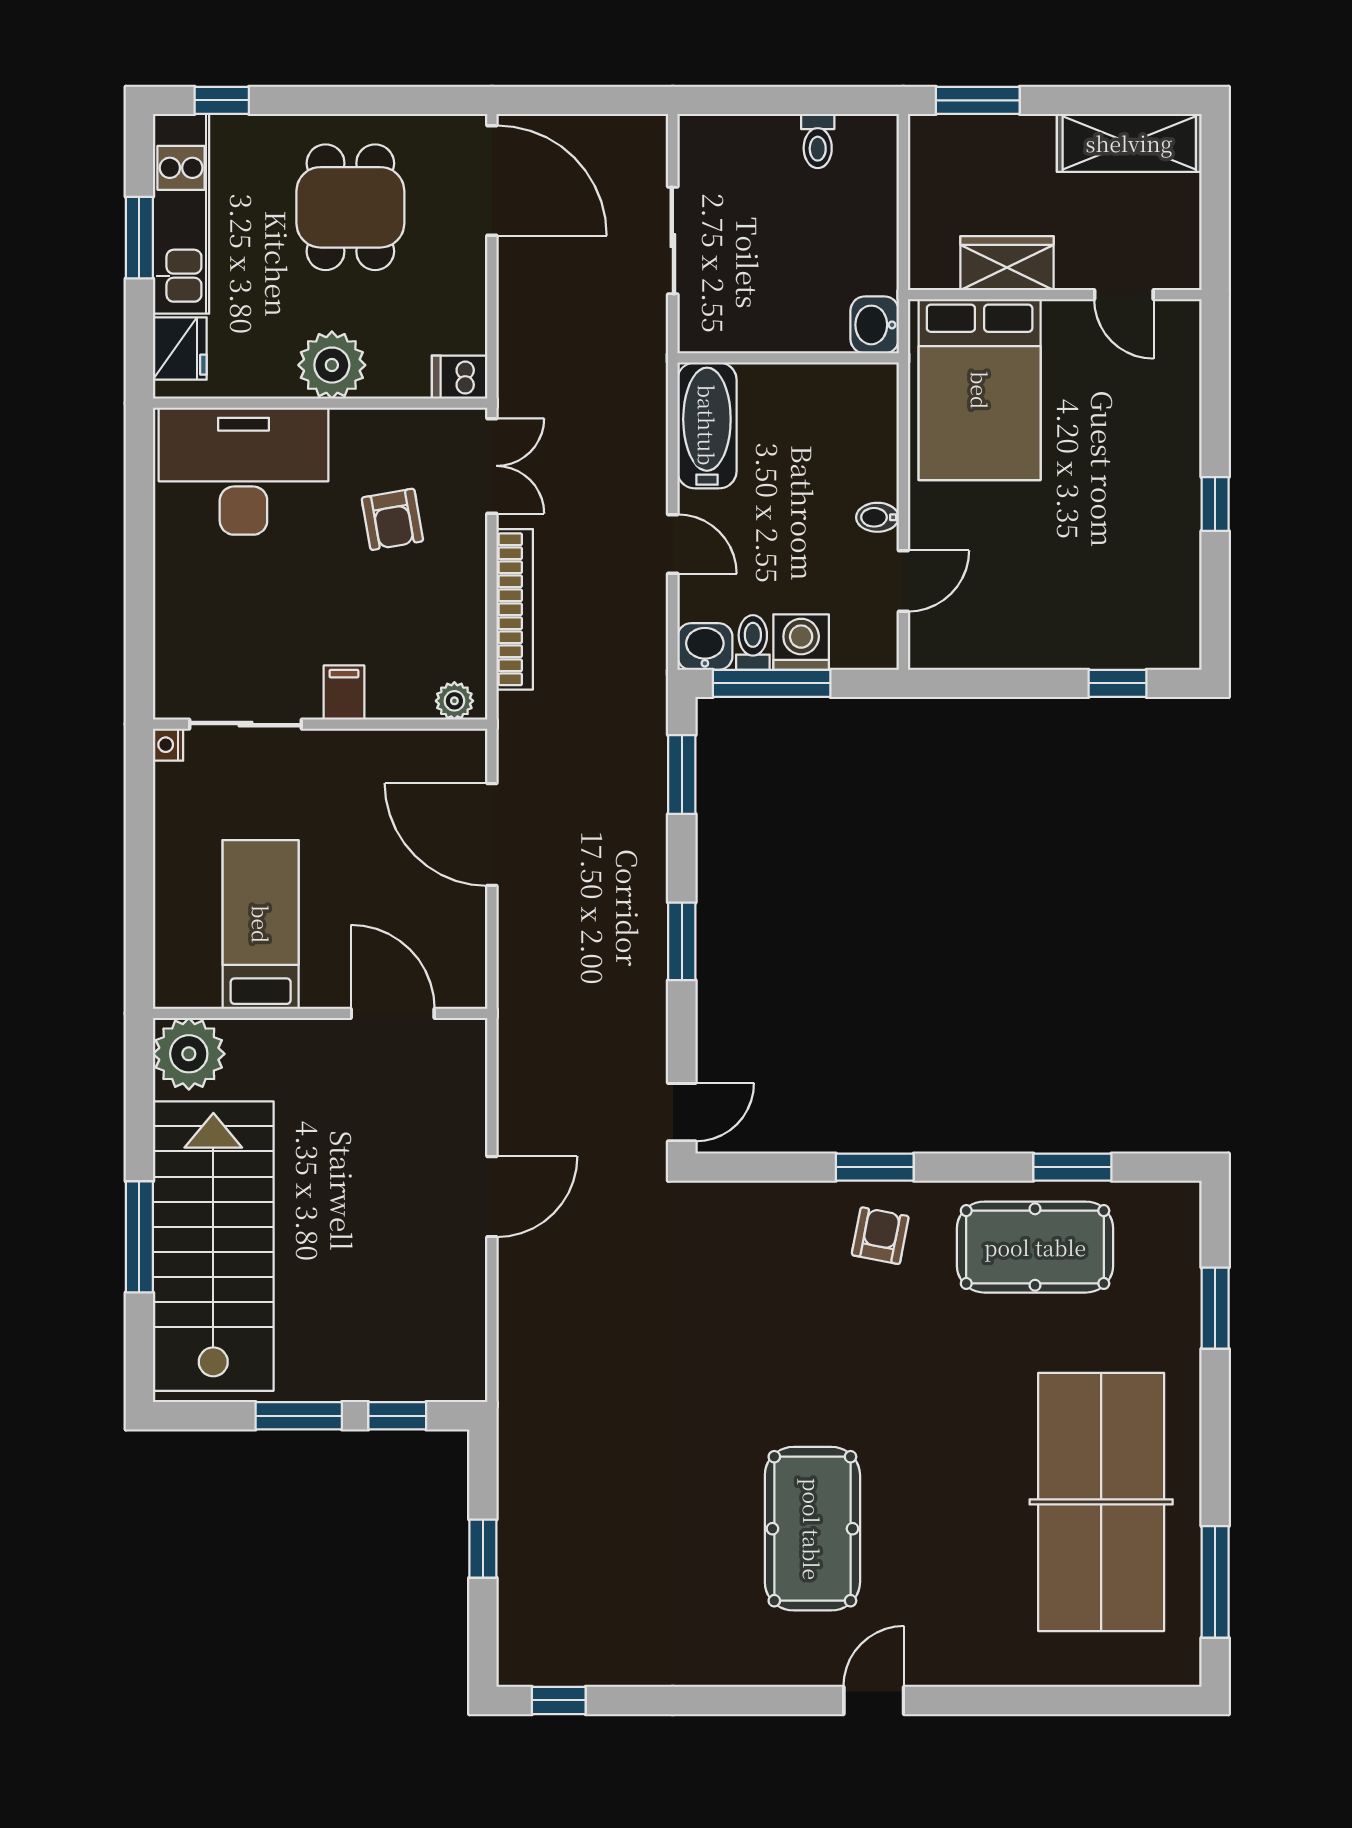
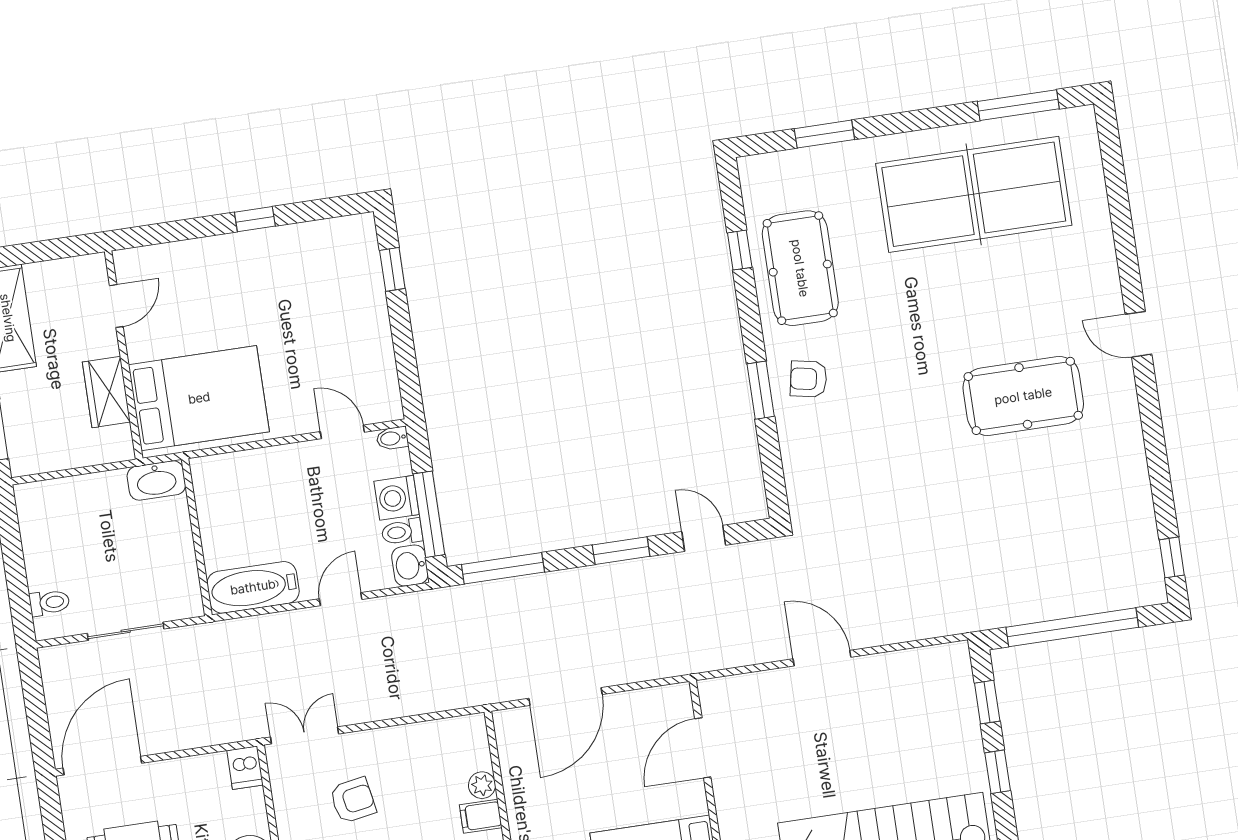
toilet: (818, 141) -> (49, 603), moved
washbasin: (875, 325) -> (156, 480), width x1.38
bidet: (877, 517) -> (392, 438), moved, turned 90
bookcase: (515, 609) -> (404, 704), removed
plant: (454, 701) -> (482, 785), moved
window: (682, 774) -> (503, 568), width x1.44
door: (682, 1112) -> (704, 538), moved
window: (1072, 1167) -> (740, 250), width x0.67
window: (299, 1416) -> (998, 772), width x0.67
window: (483, 1549) -> (1072, 627), width x3.17

